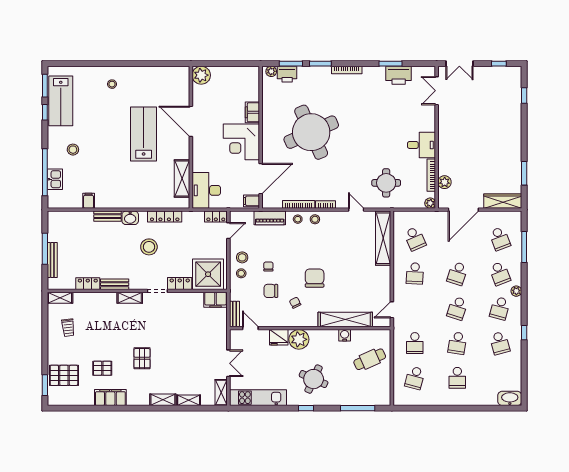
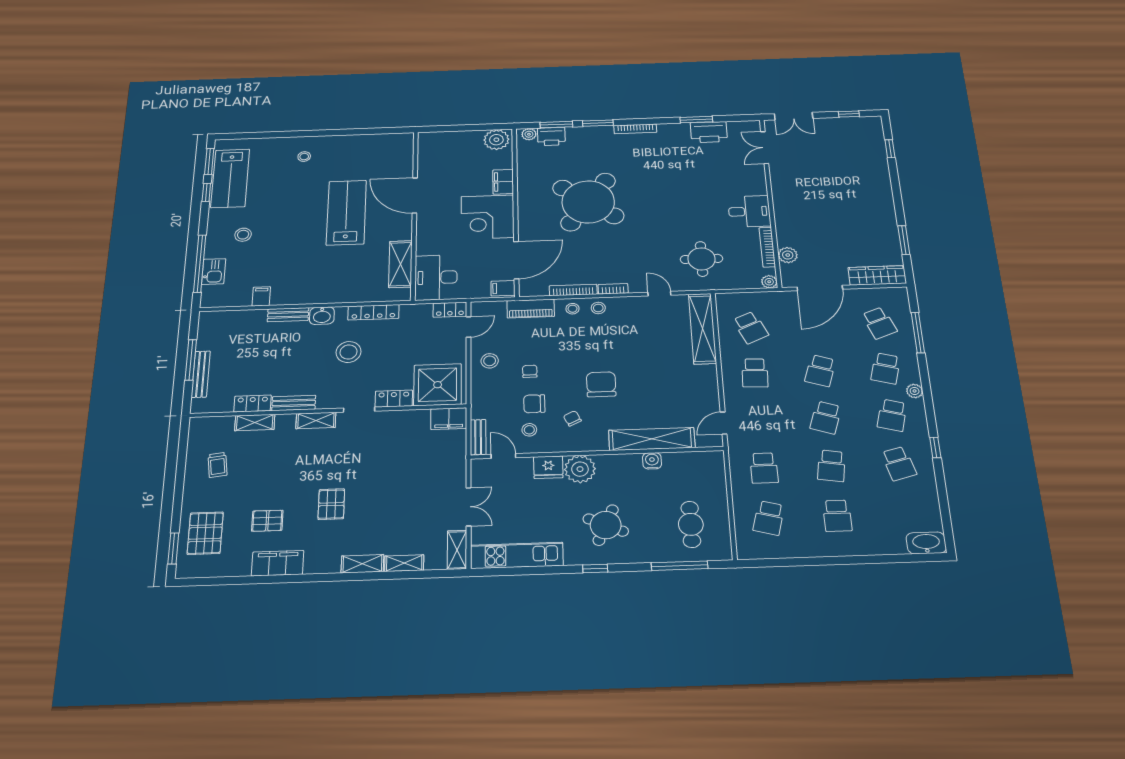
plant: (201, 75) -> (496, 140), moved
round table: (311, 132) -> (588, 202), turned -30
stool: (241, 273) -> (529, 430), moved
school desk: (500, 273) -> (886, 368), turned 36
shelving: (60, 298) -> (255, 423), moved
cafe table: (370, 359) -> (691, 524), moved, turned -66
pallet: (64, 375) -> (205, 533), turned 90

